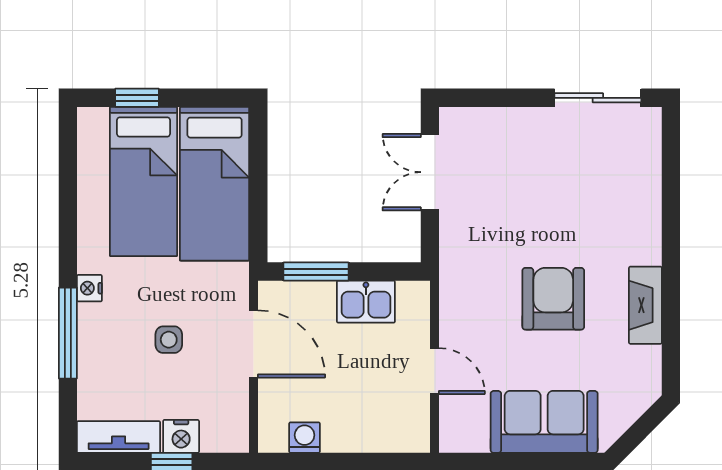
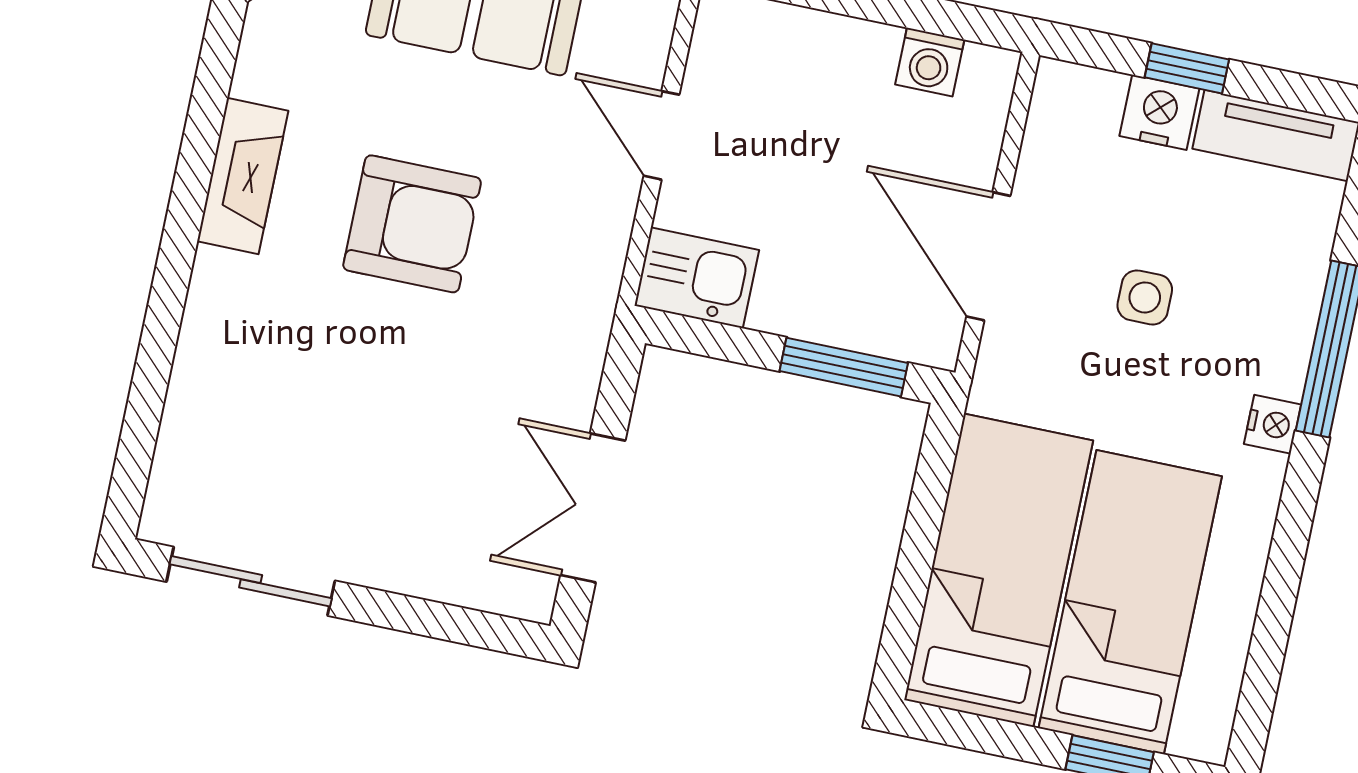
double door: (430, 172) -> (593, 508), swing flipped
armchair: (553, 299) -> (412, 224), turned -90
kitchen sink: (366, 302) -> (697, 278), moved

